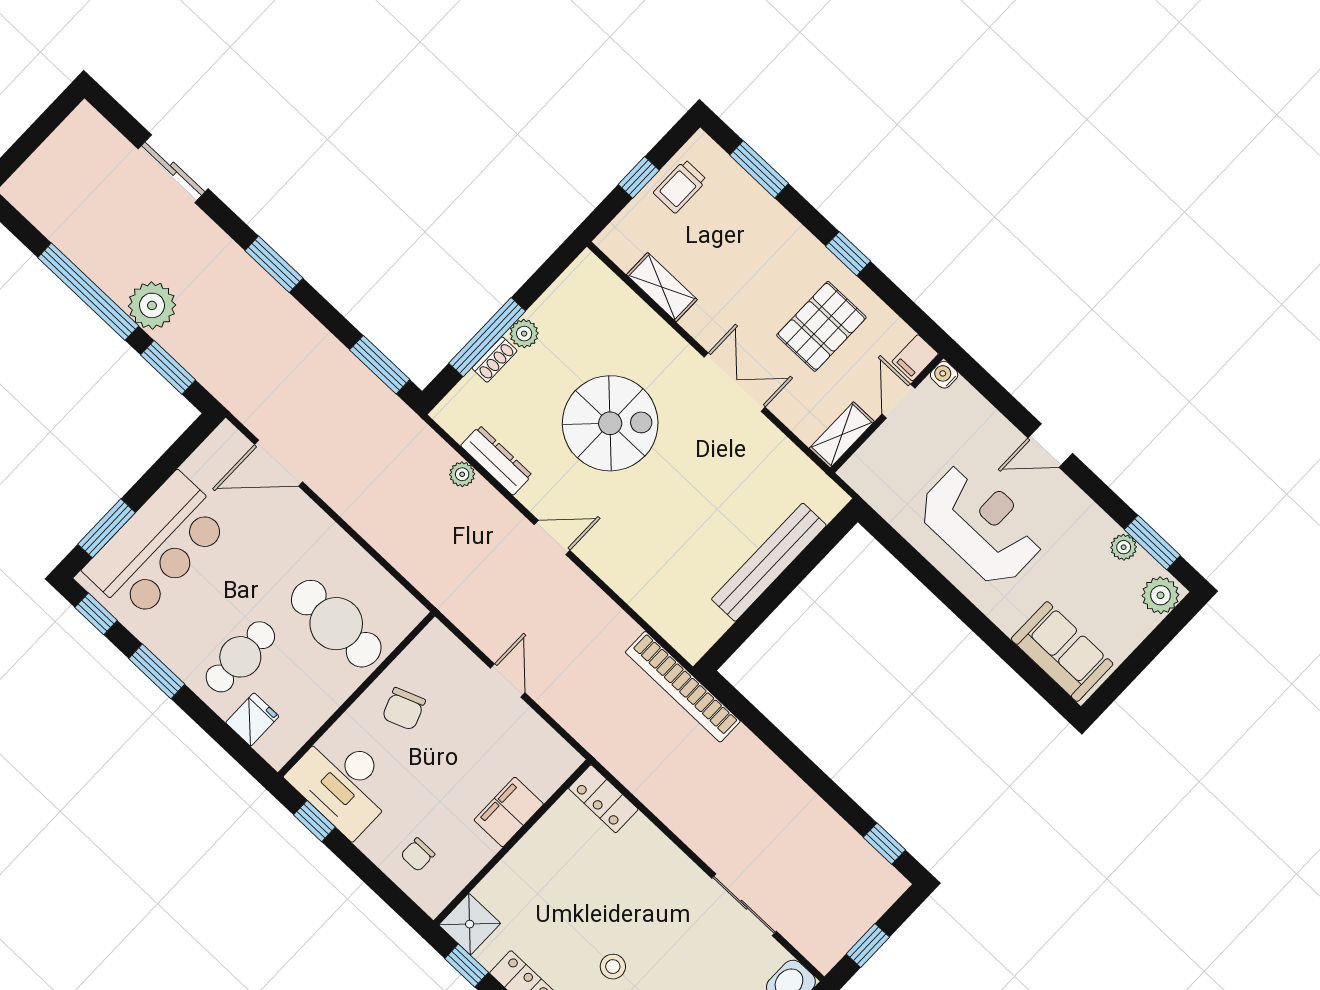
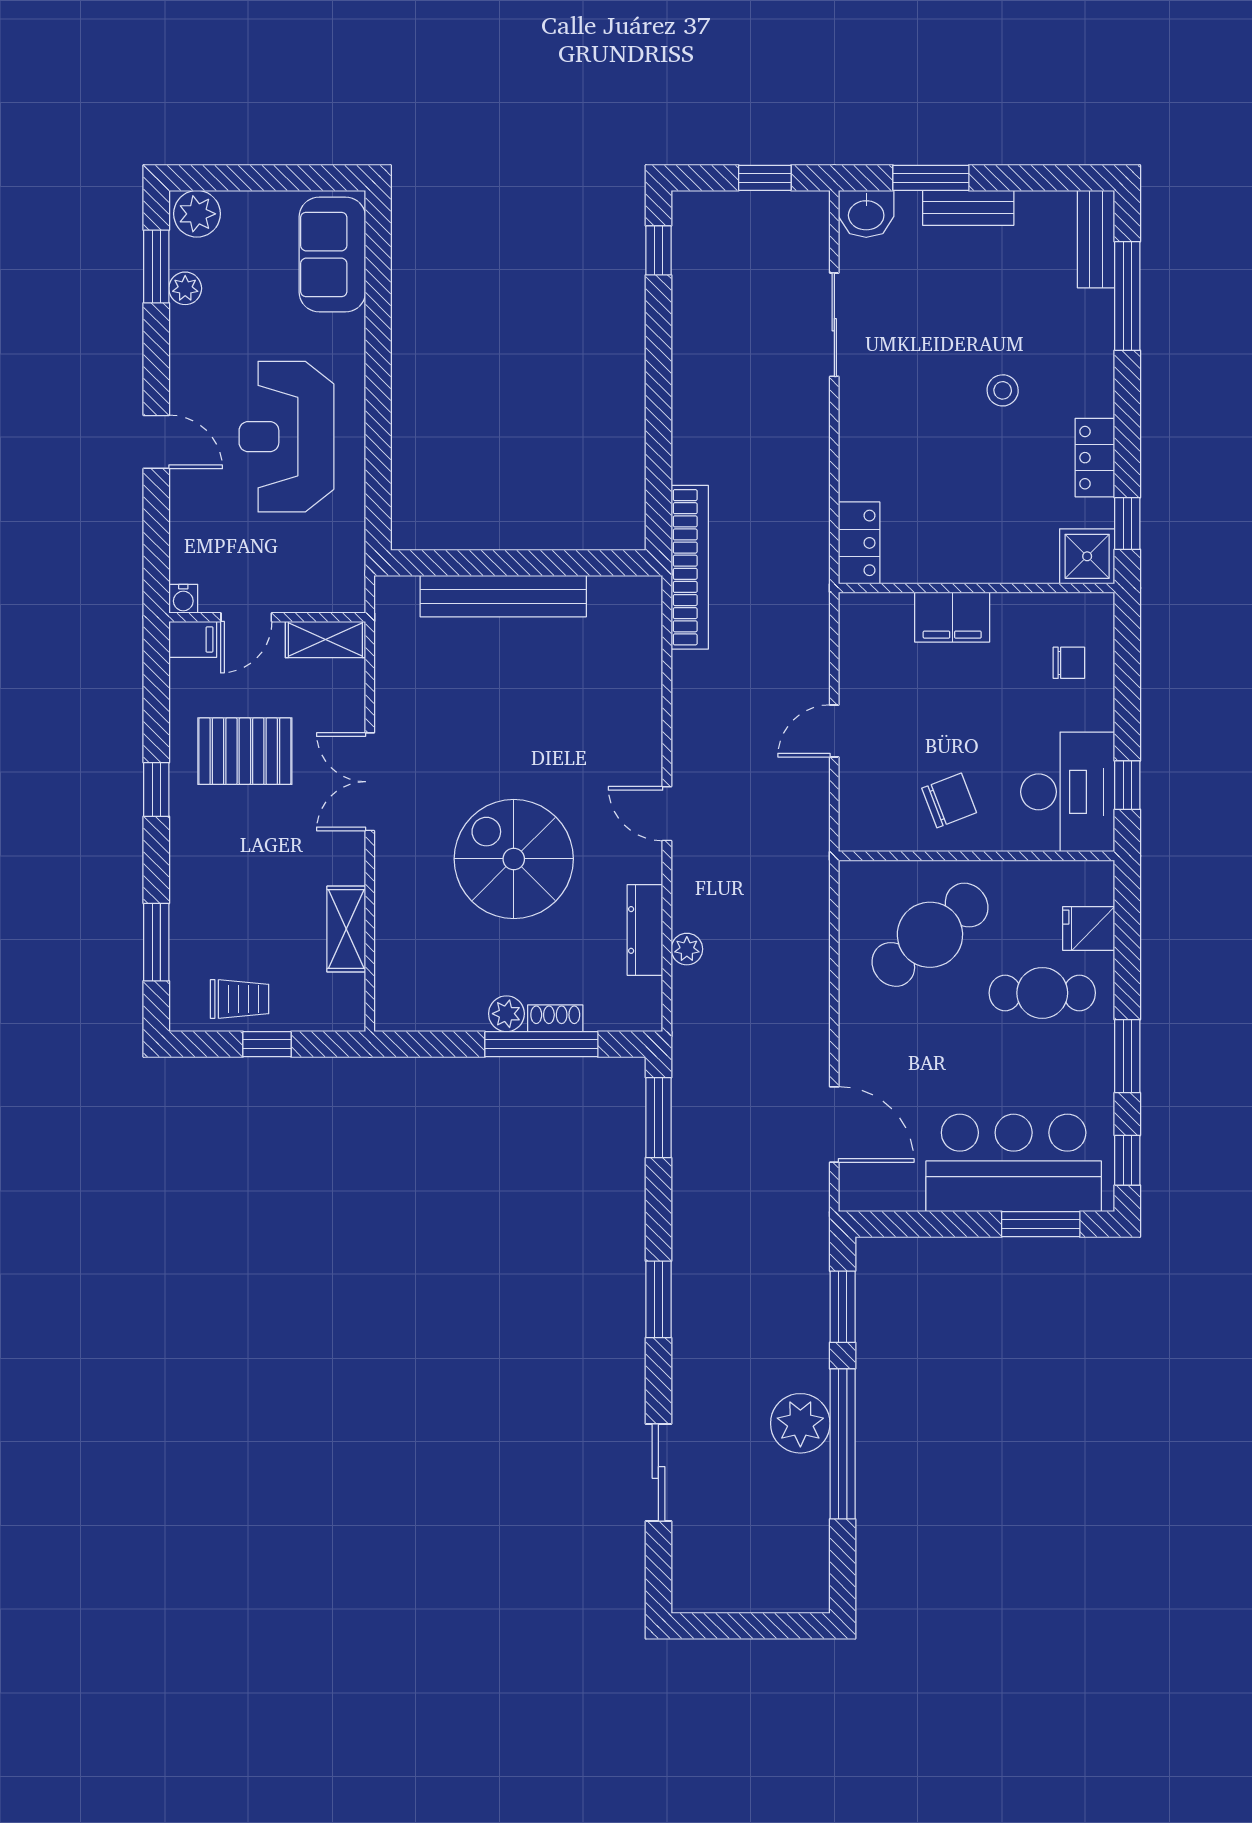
plant: (152, 305) -> (800, 1423), moved
cafe table: (336, 624) -> (930, 935), turned 51

